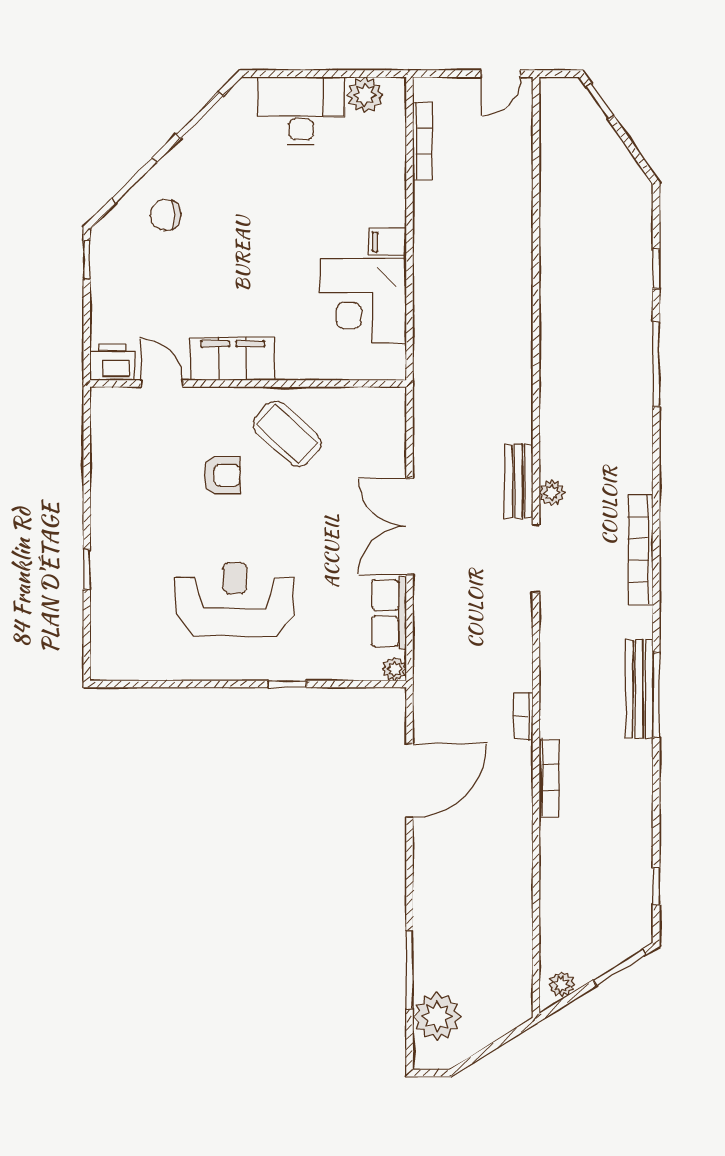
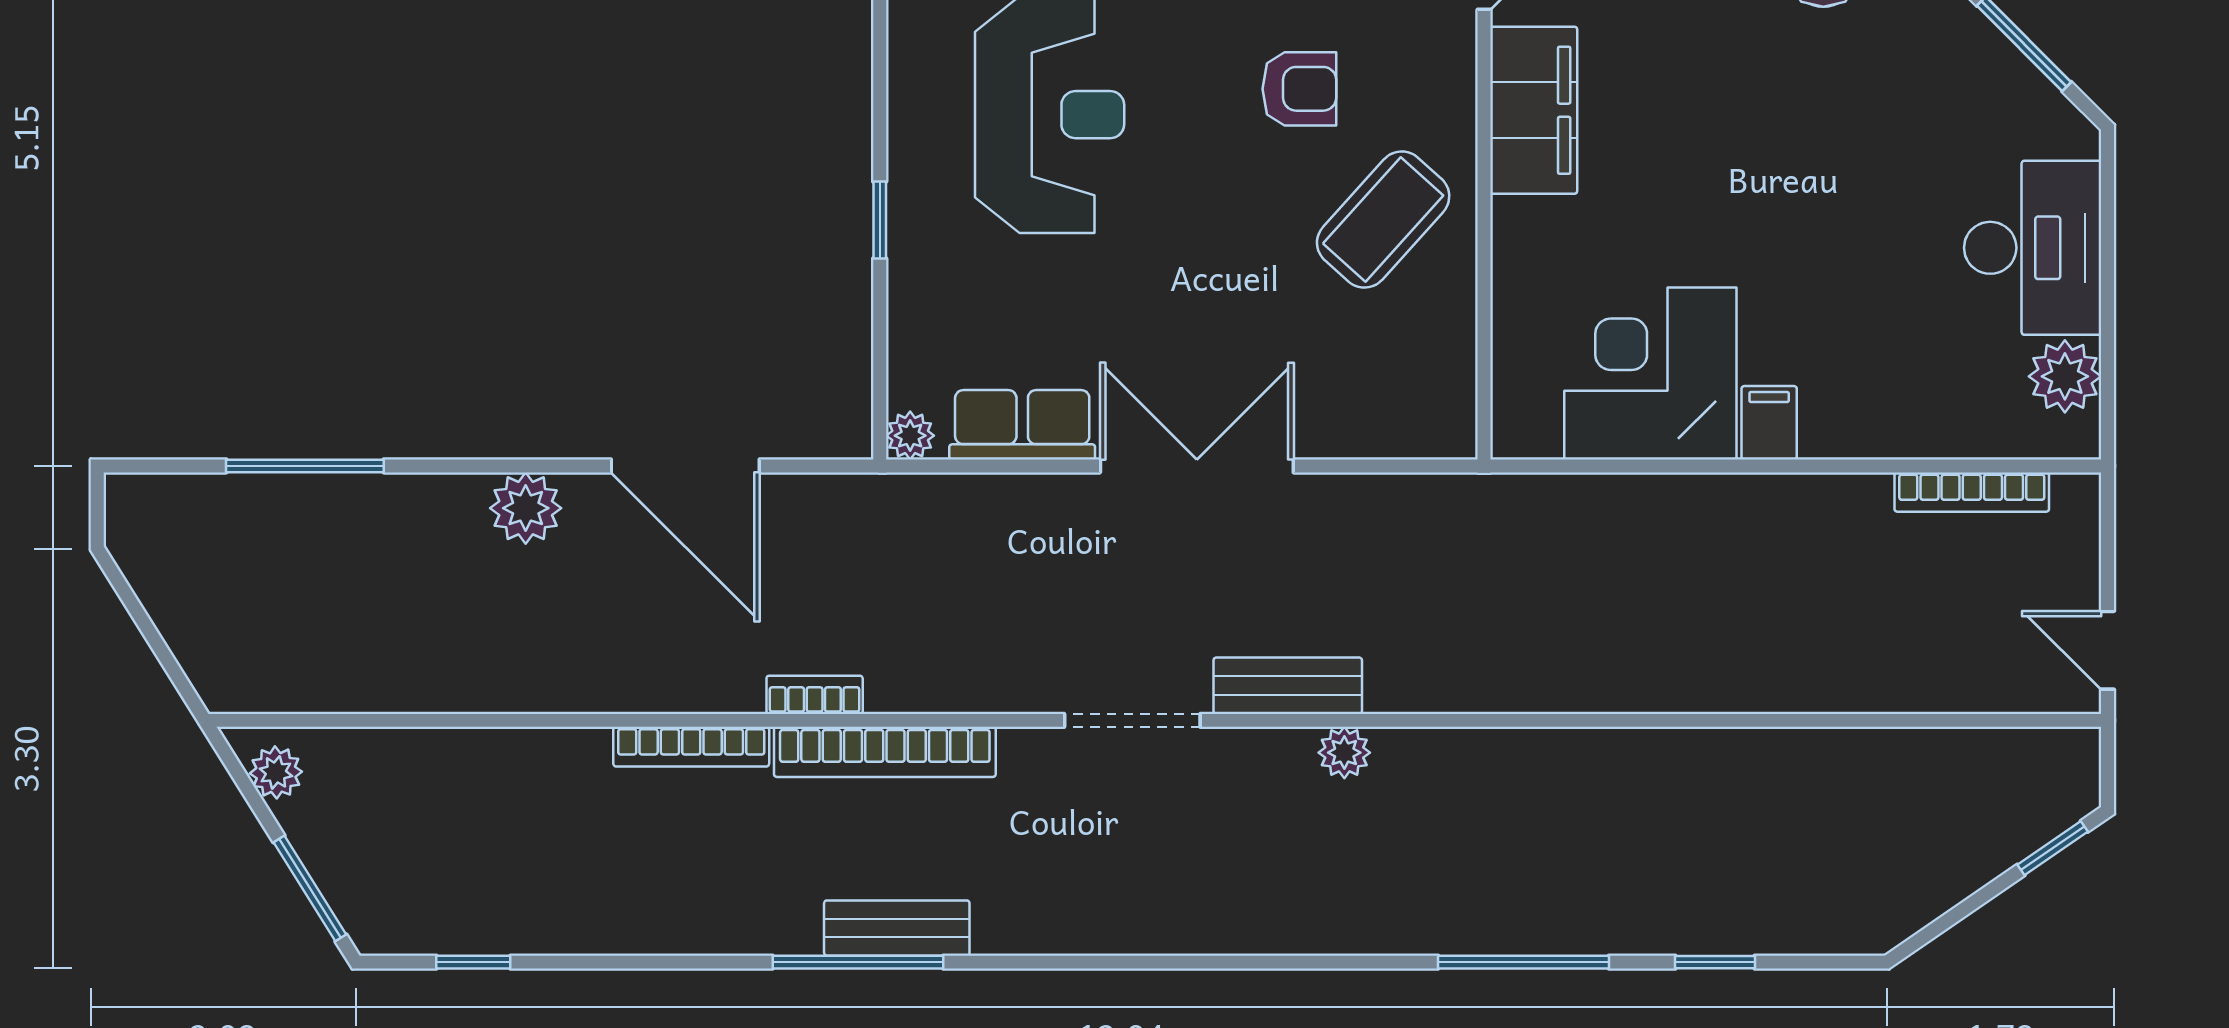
armchair: (222, 475) -> (1299, 89), turned -90
plant: (552, 492) -> (1344, 753), moved
bookcase: (640, 550) -> (885, 752), moved, turned 180
bench: (639, 689) -> (897, 928), width x0.73
plant: (437, 1016) -> (526, 508), moved, width x0.73, depth x0.73

